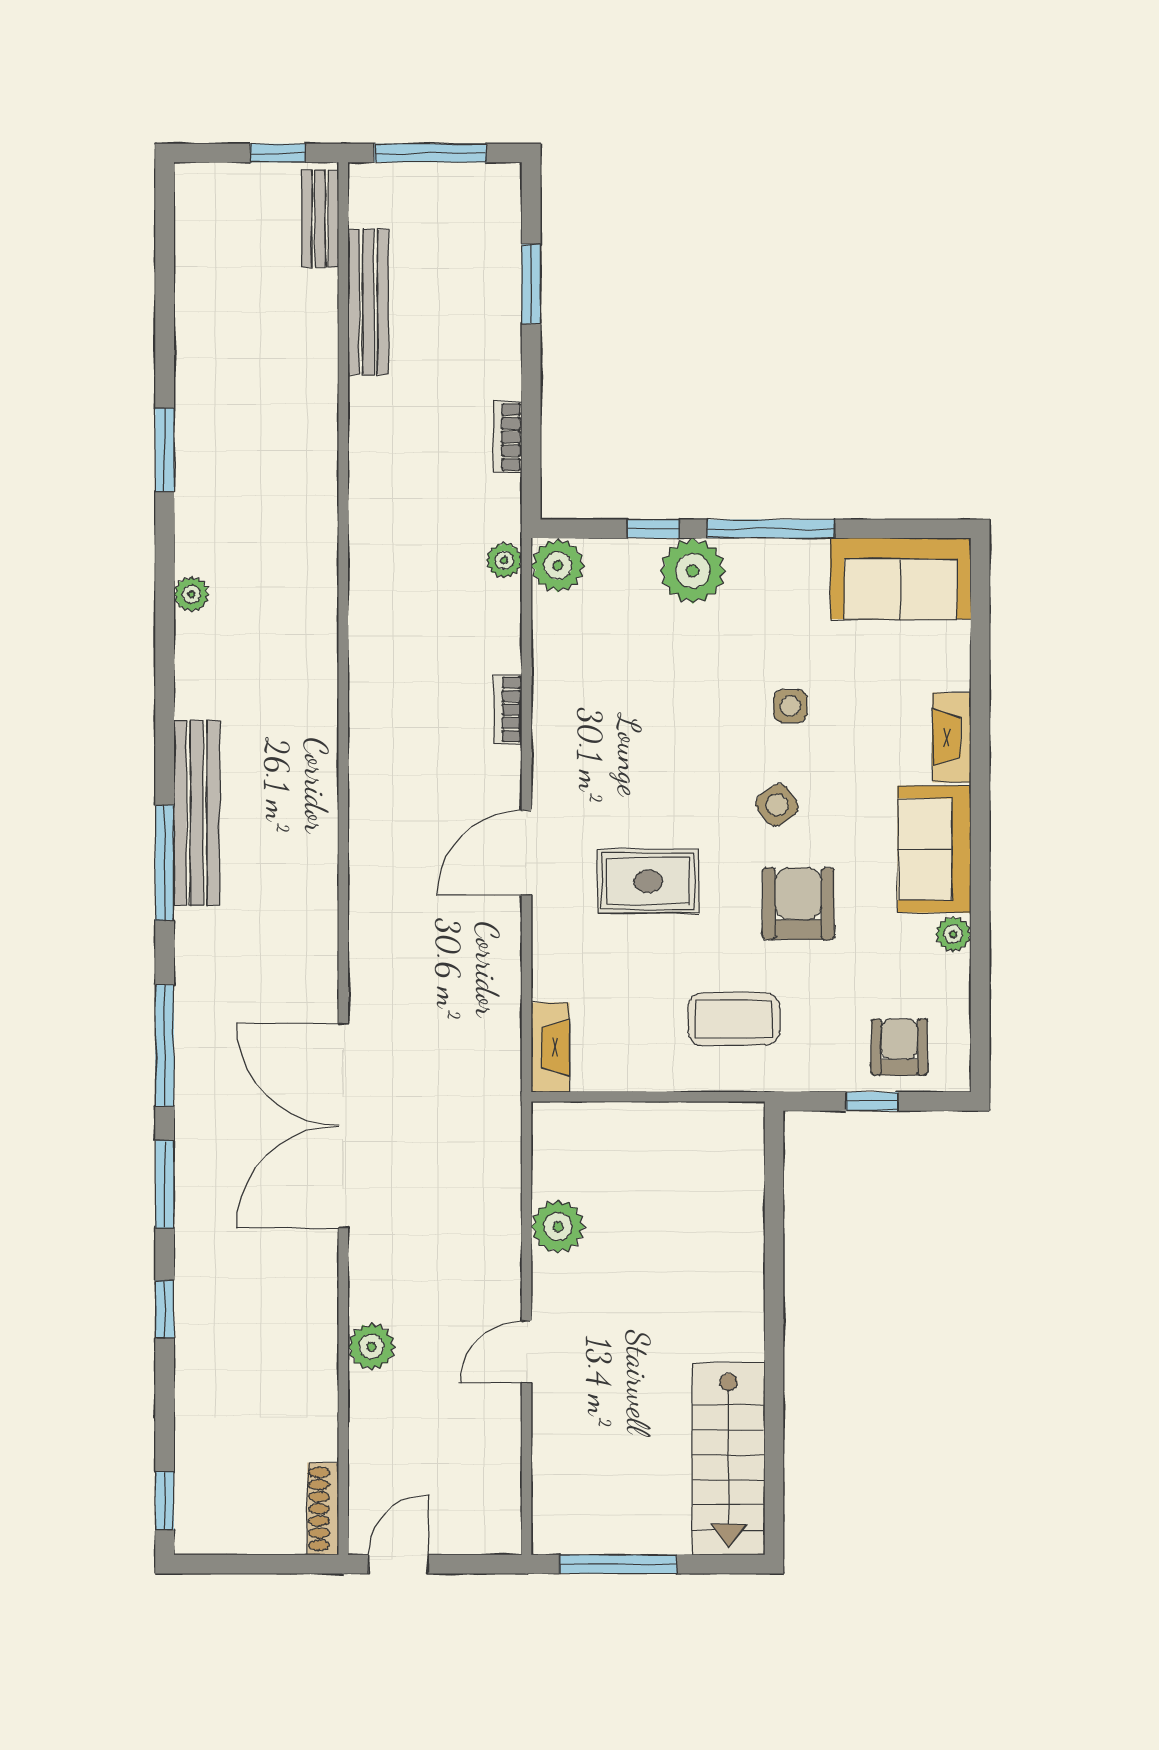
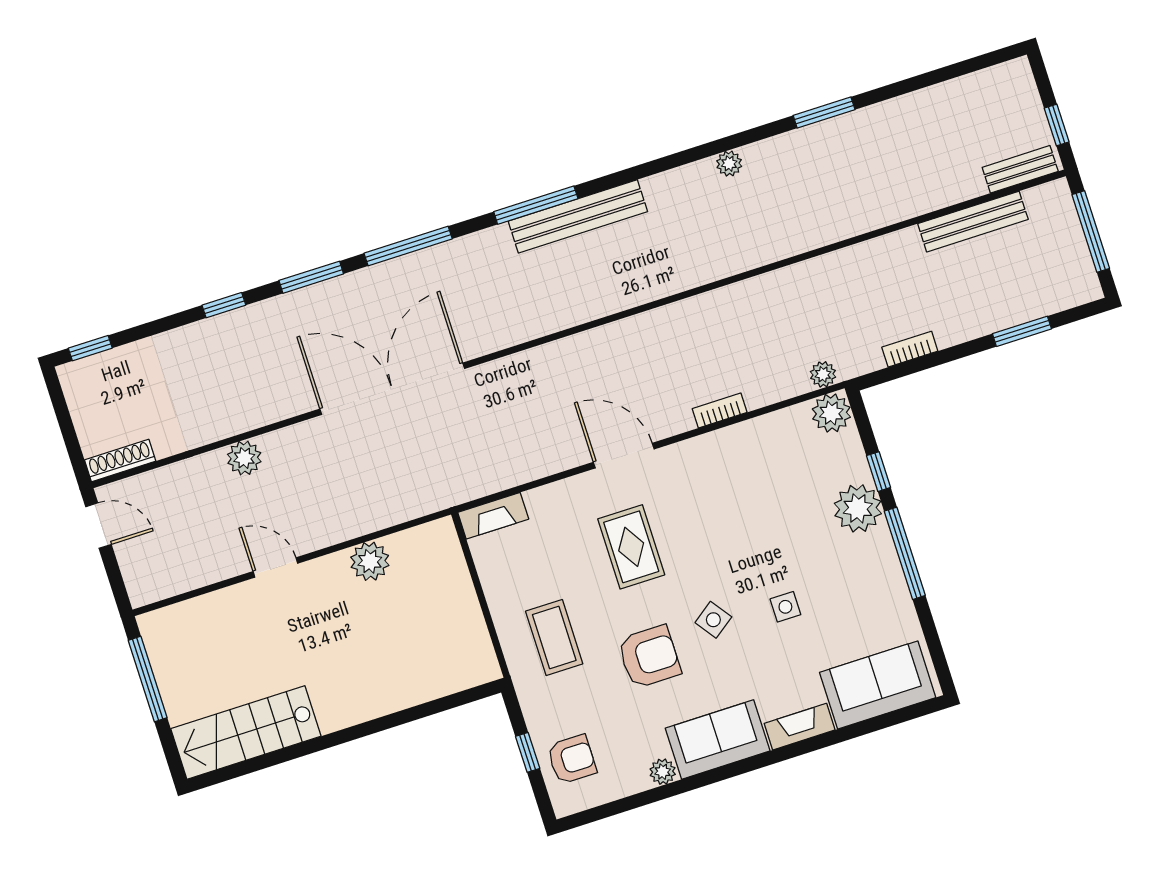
sofa: (901, 579) -> (878, 685), moved, turned 90

